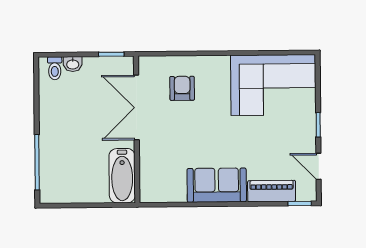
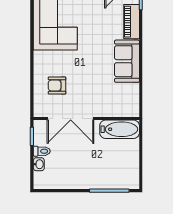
toilet: (55, 68) -> (42, 151), moved

